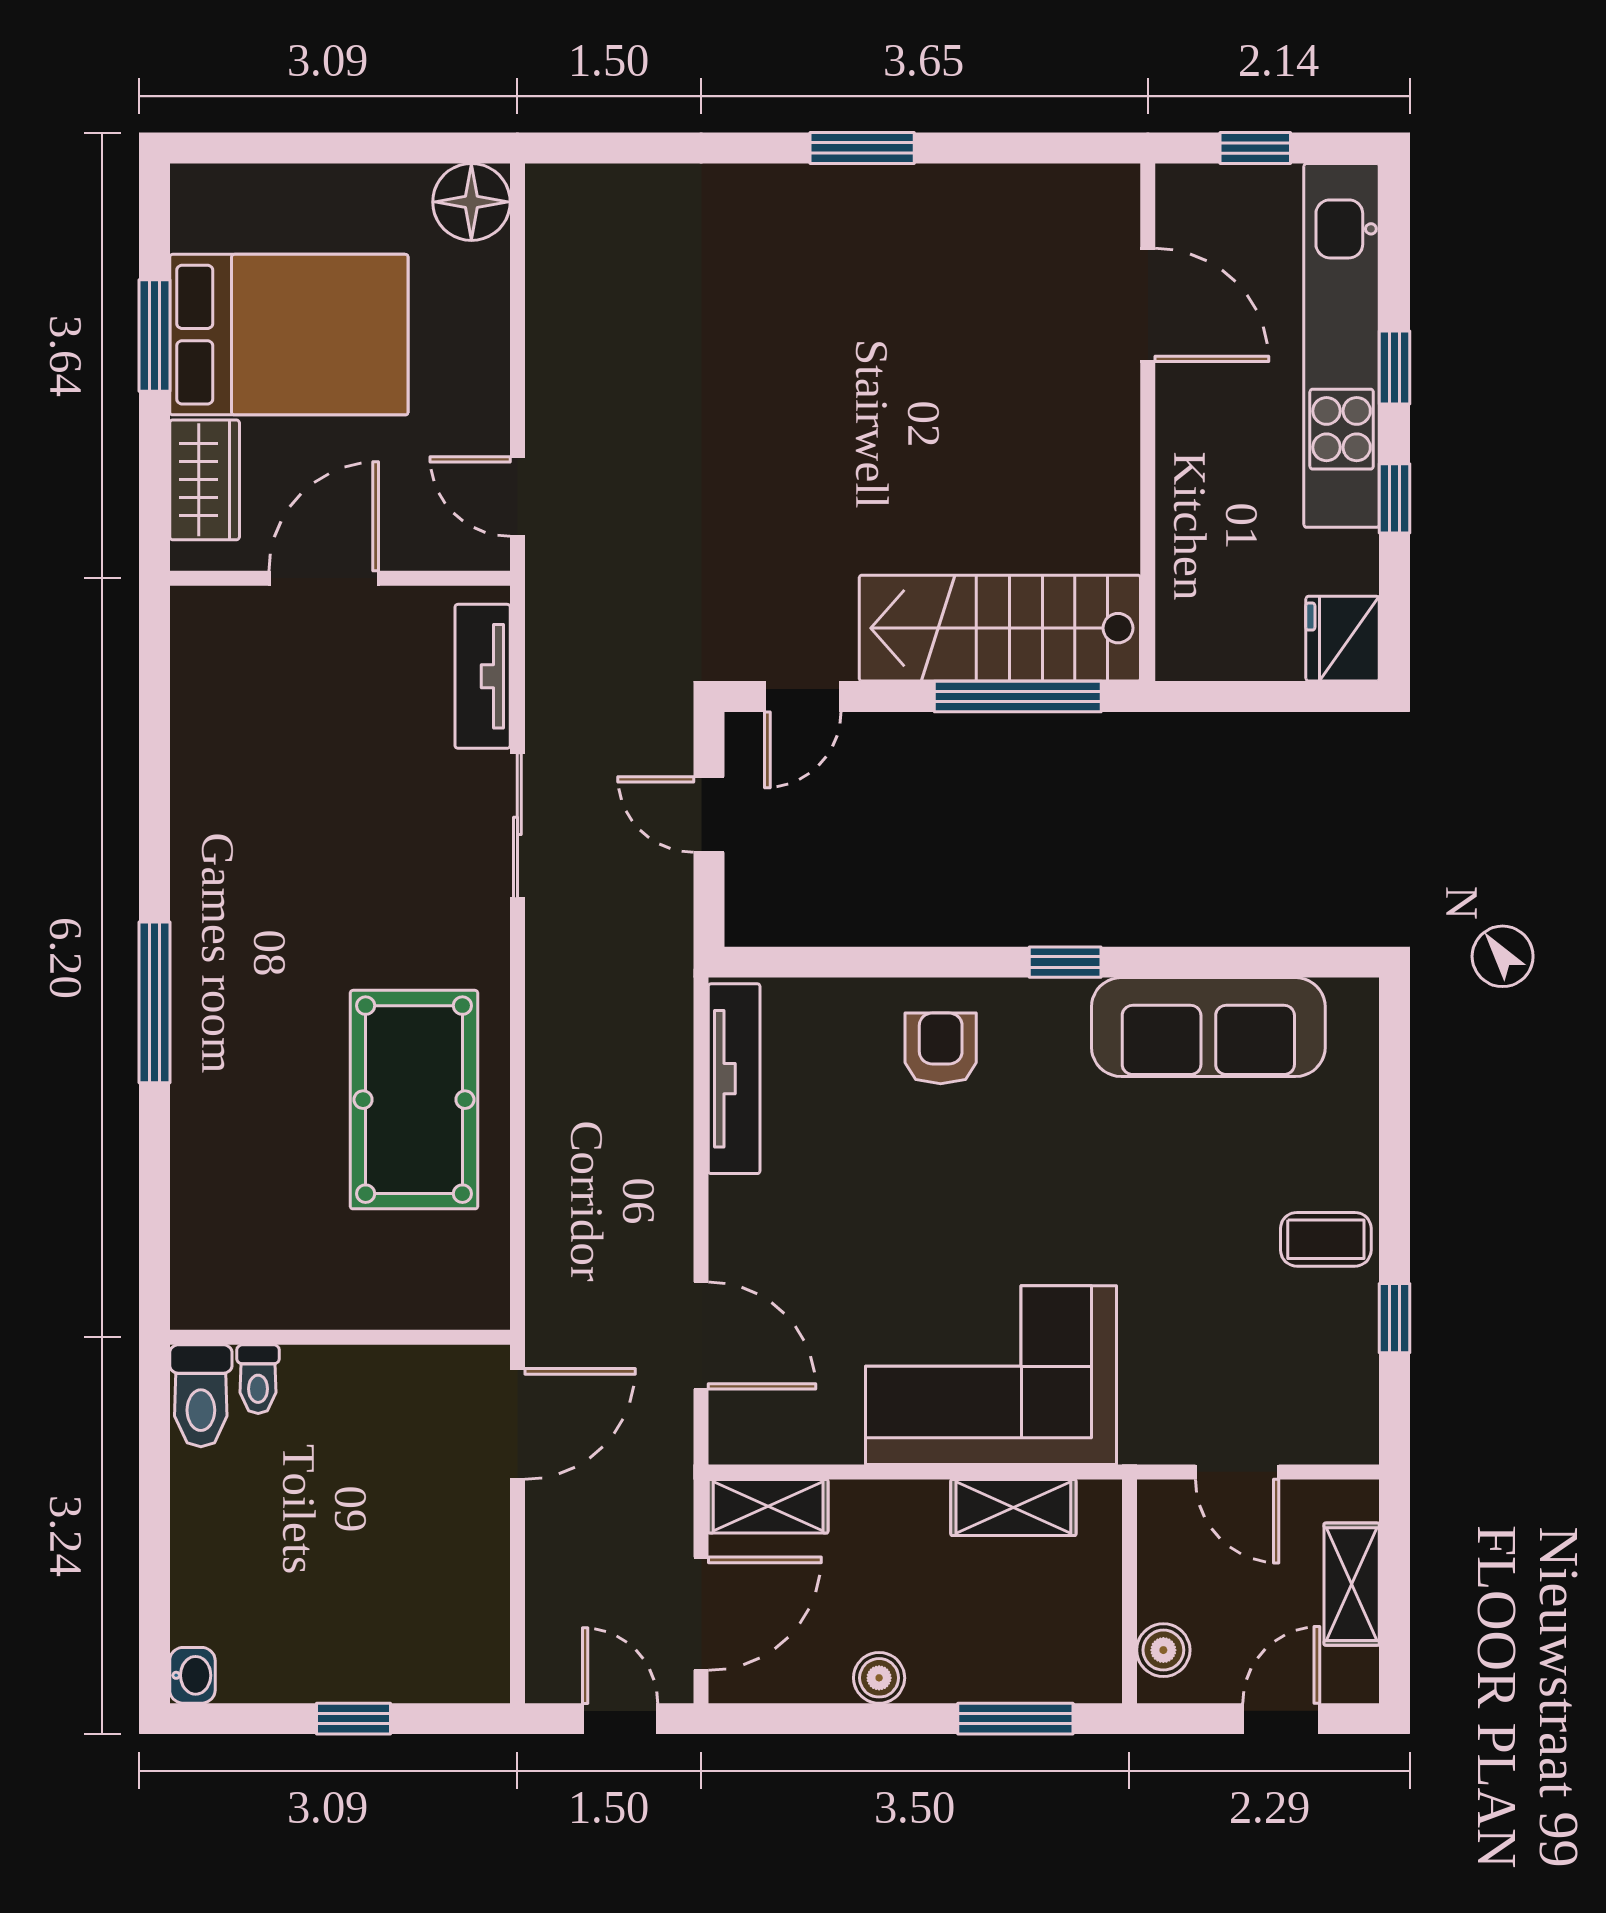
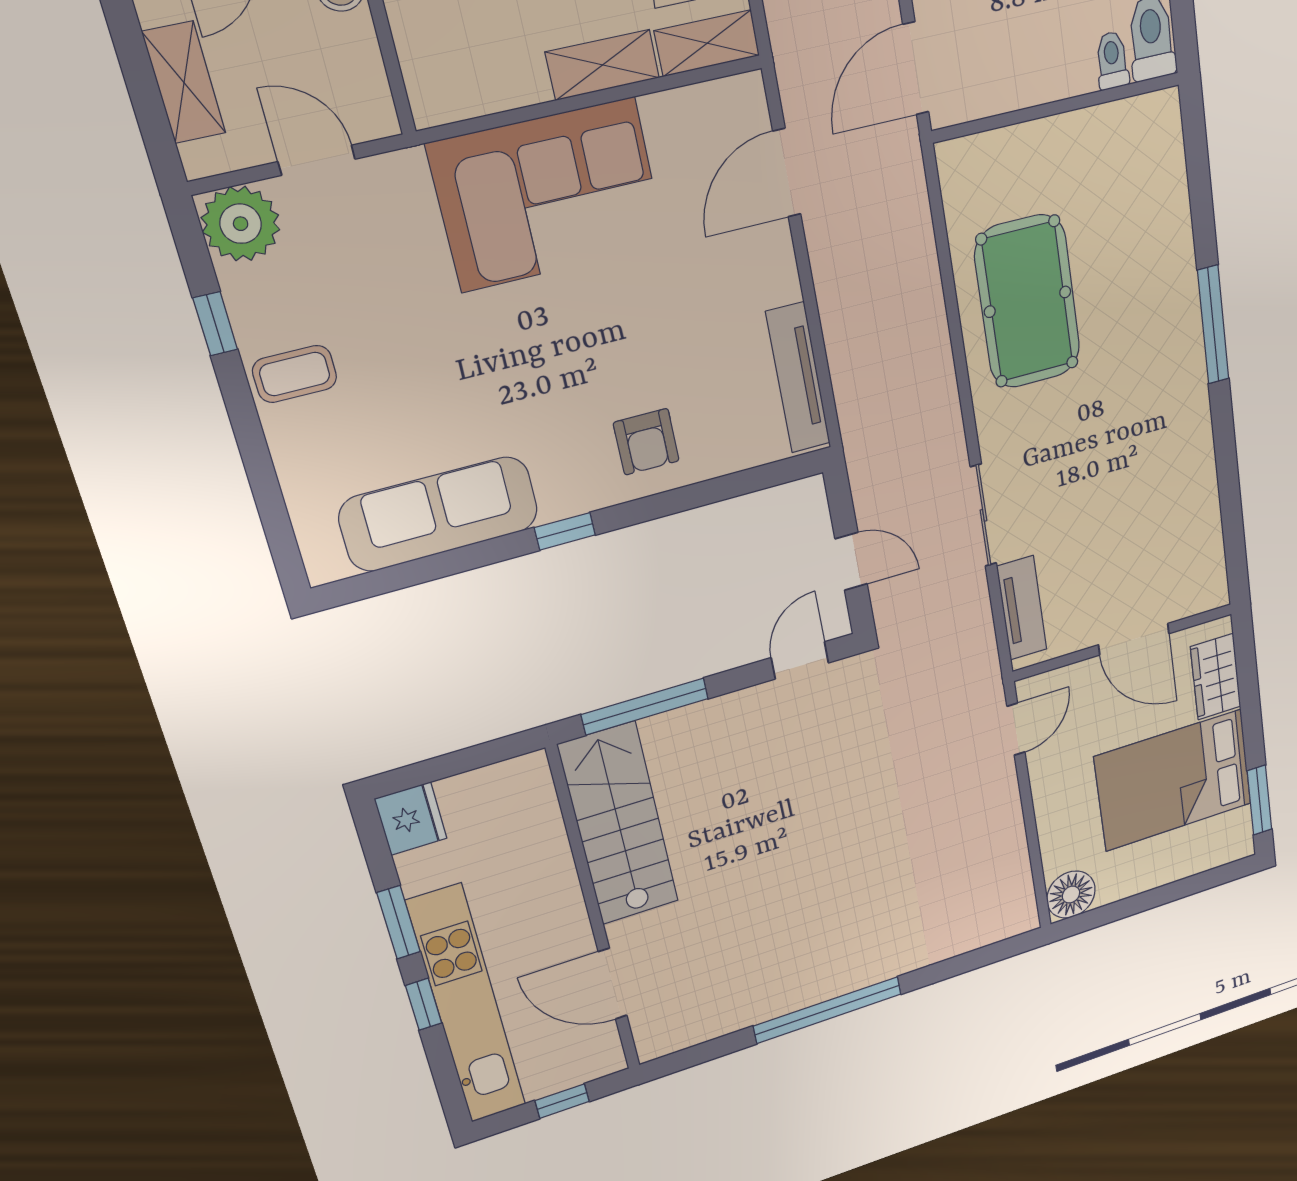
window: (862, 148) -> (828, 1010), width x2.11
window: (154, 336) -> (1259, 800), moved
door: (517, 496) -> (1016, 729), hinge flipped
window: (1395, 498) -> (399, 922), width x1.50
door: (324, 578) -> (1134, 639), hinge flipped
stairs: (1000, 628) -> (619, 824), moved, turned -90
door: (701, 1336) -> (787, 173), hinge flipped
plant: (1336, 1422) -> (241, 224), added
shelving: (1013, 1507) -> (603, 65), moved

